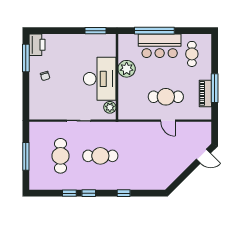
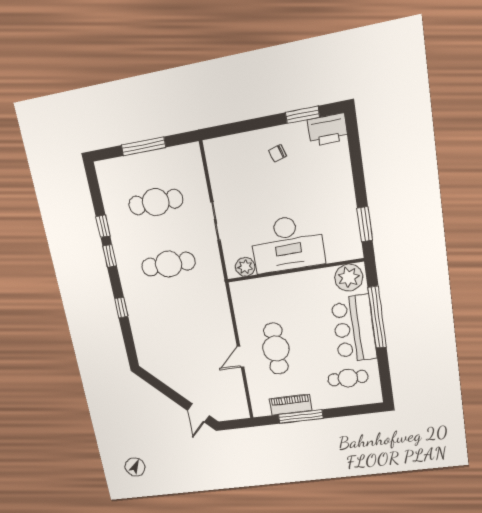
window: (26, 58) -> (302, 115), width x0.69
plant: (127, 69) -> (349, 278), moved
cafe table: (100, 156) -> (168, 264), turned 90

